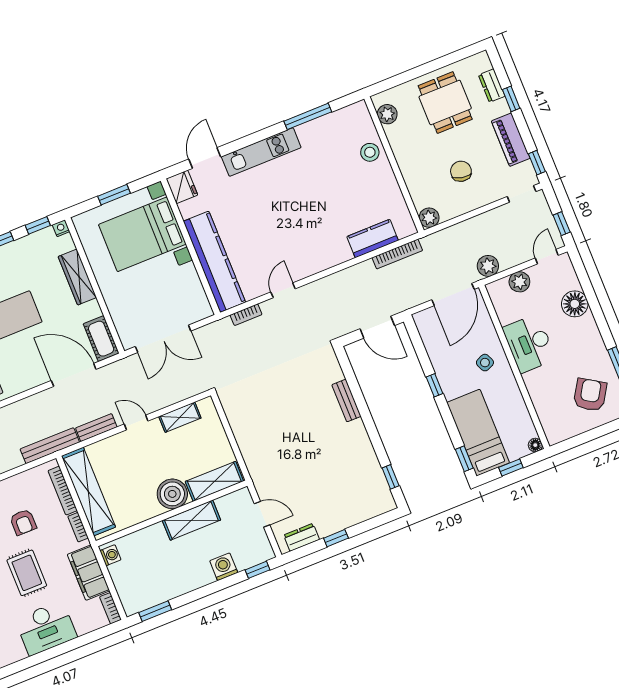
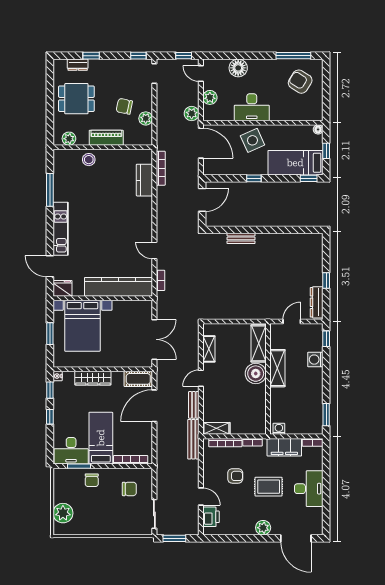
piano: (511, 140) -> (106, 138), moved, turned 180
plant: (429, 218) -> (146, 118), moved
side table: (485, 363) -> (252, 140), width x1.87, depth x1.87
window: (391, 477) -> (301, 230), removed
shelving: (88, 491) -> (216, 428), width x0.45, depth x0.75
dresser: (301, 537) -> (317, 302), width x1.44

